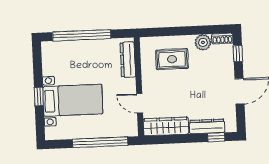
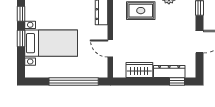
window: (38, 69) -> (21, 14), added
wardrobe: (166, 126) -> (139, 70), width x0.67

